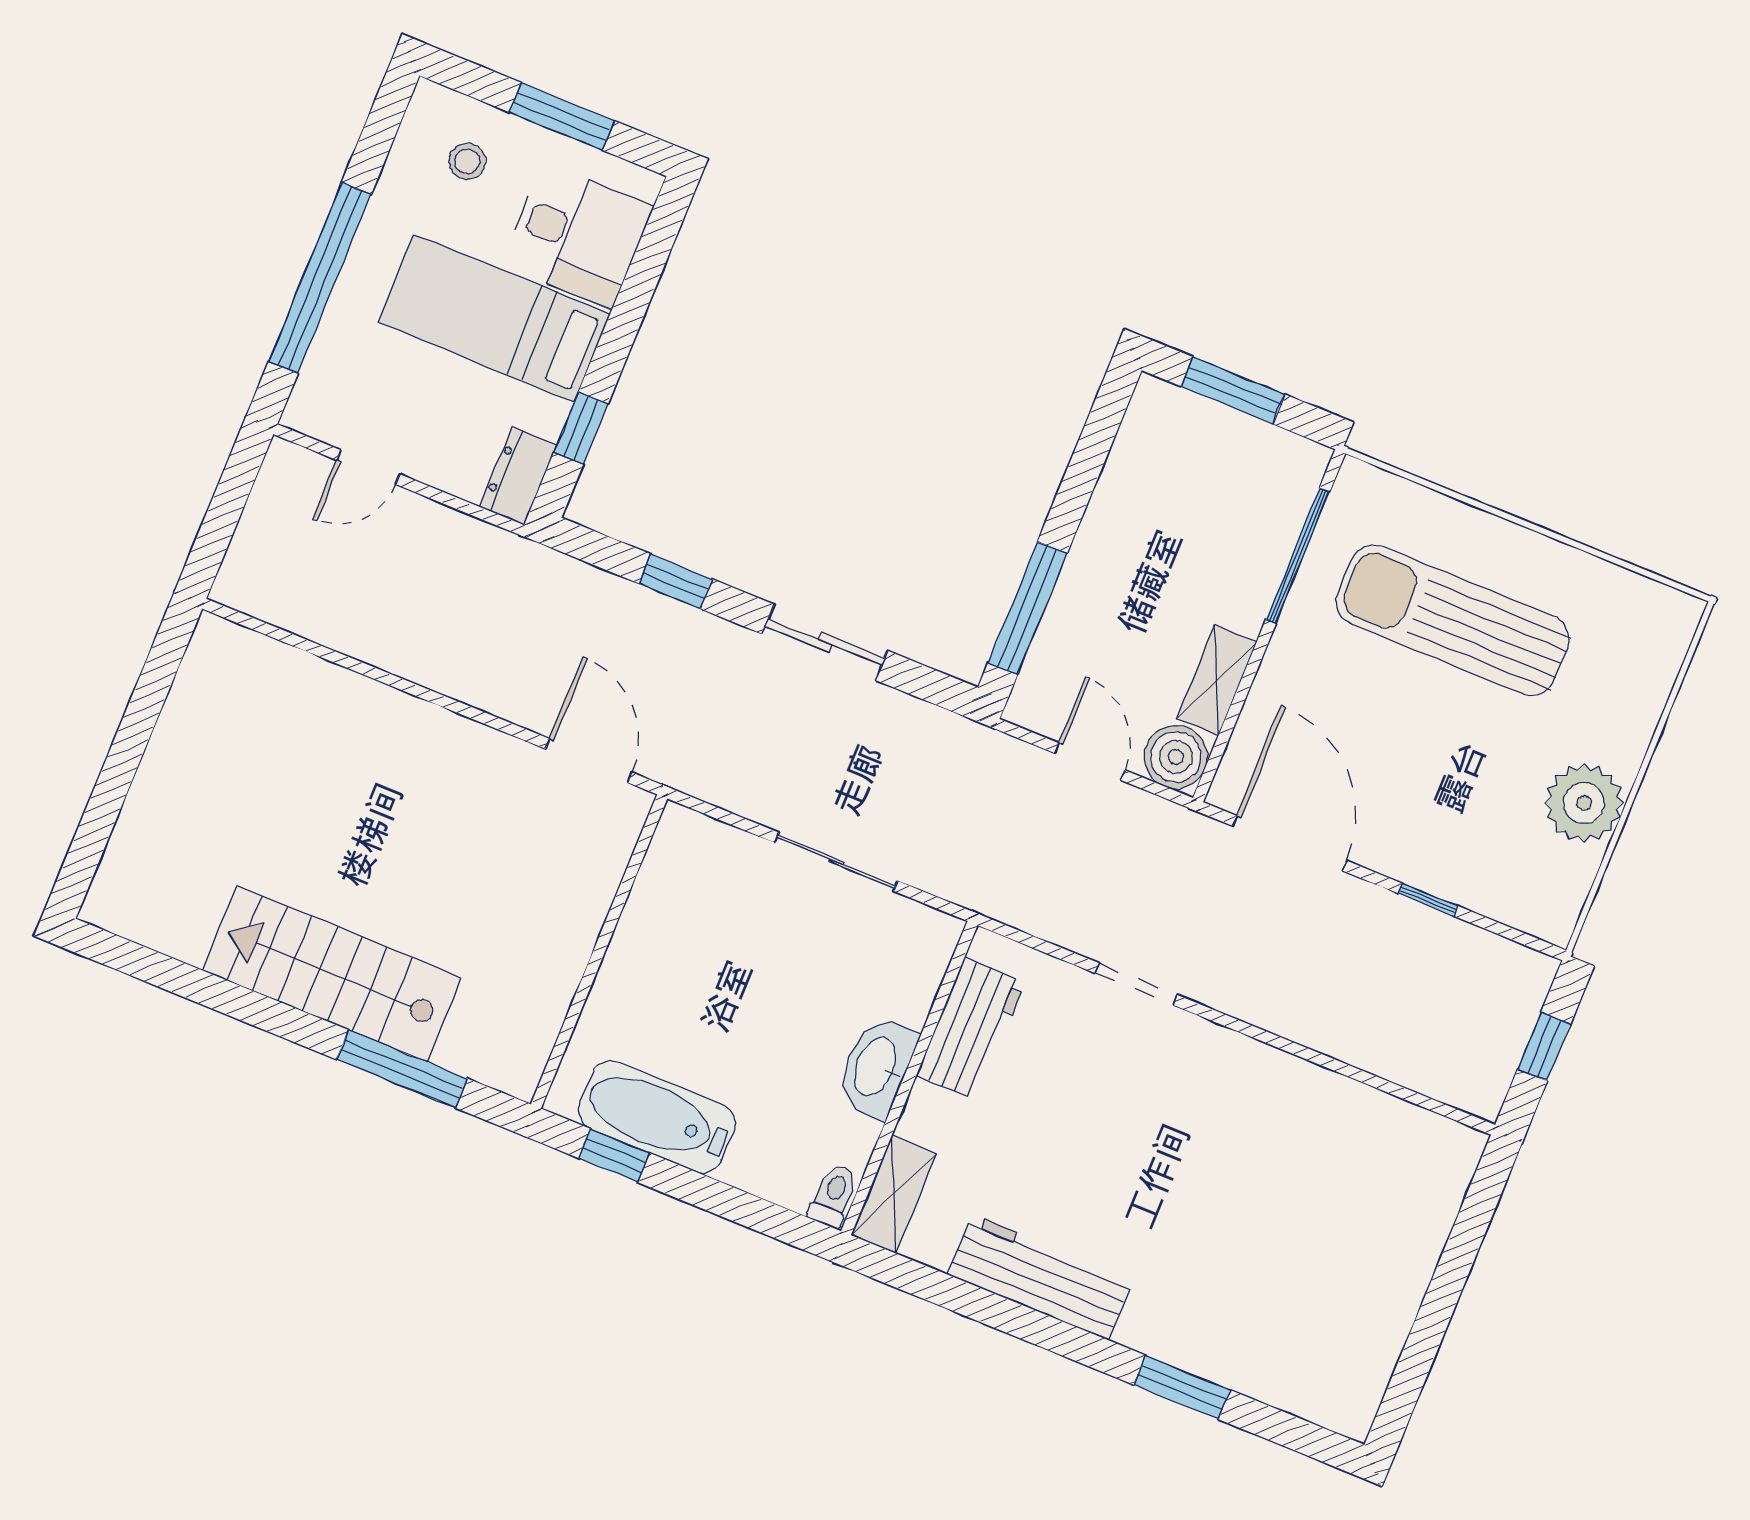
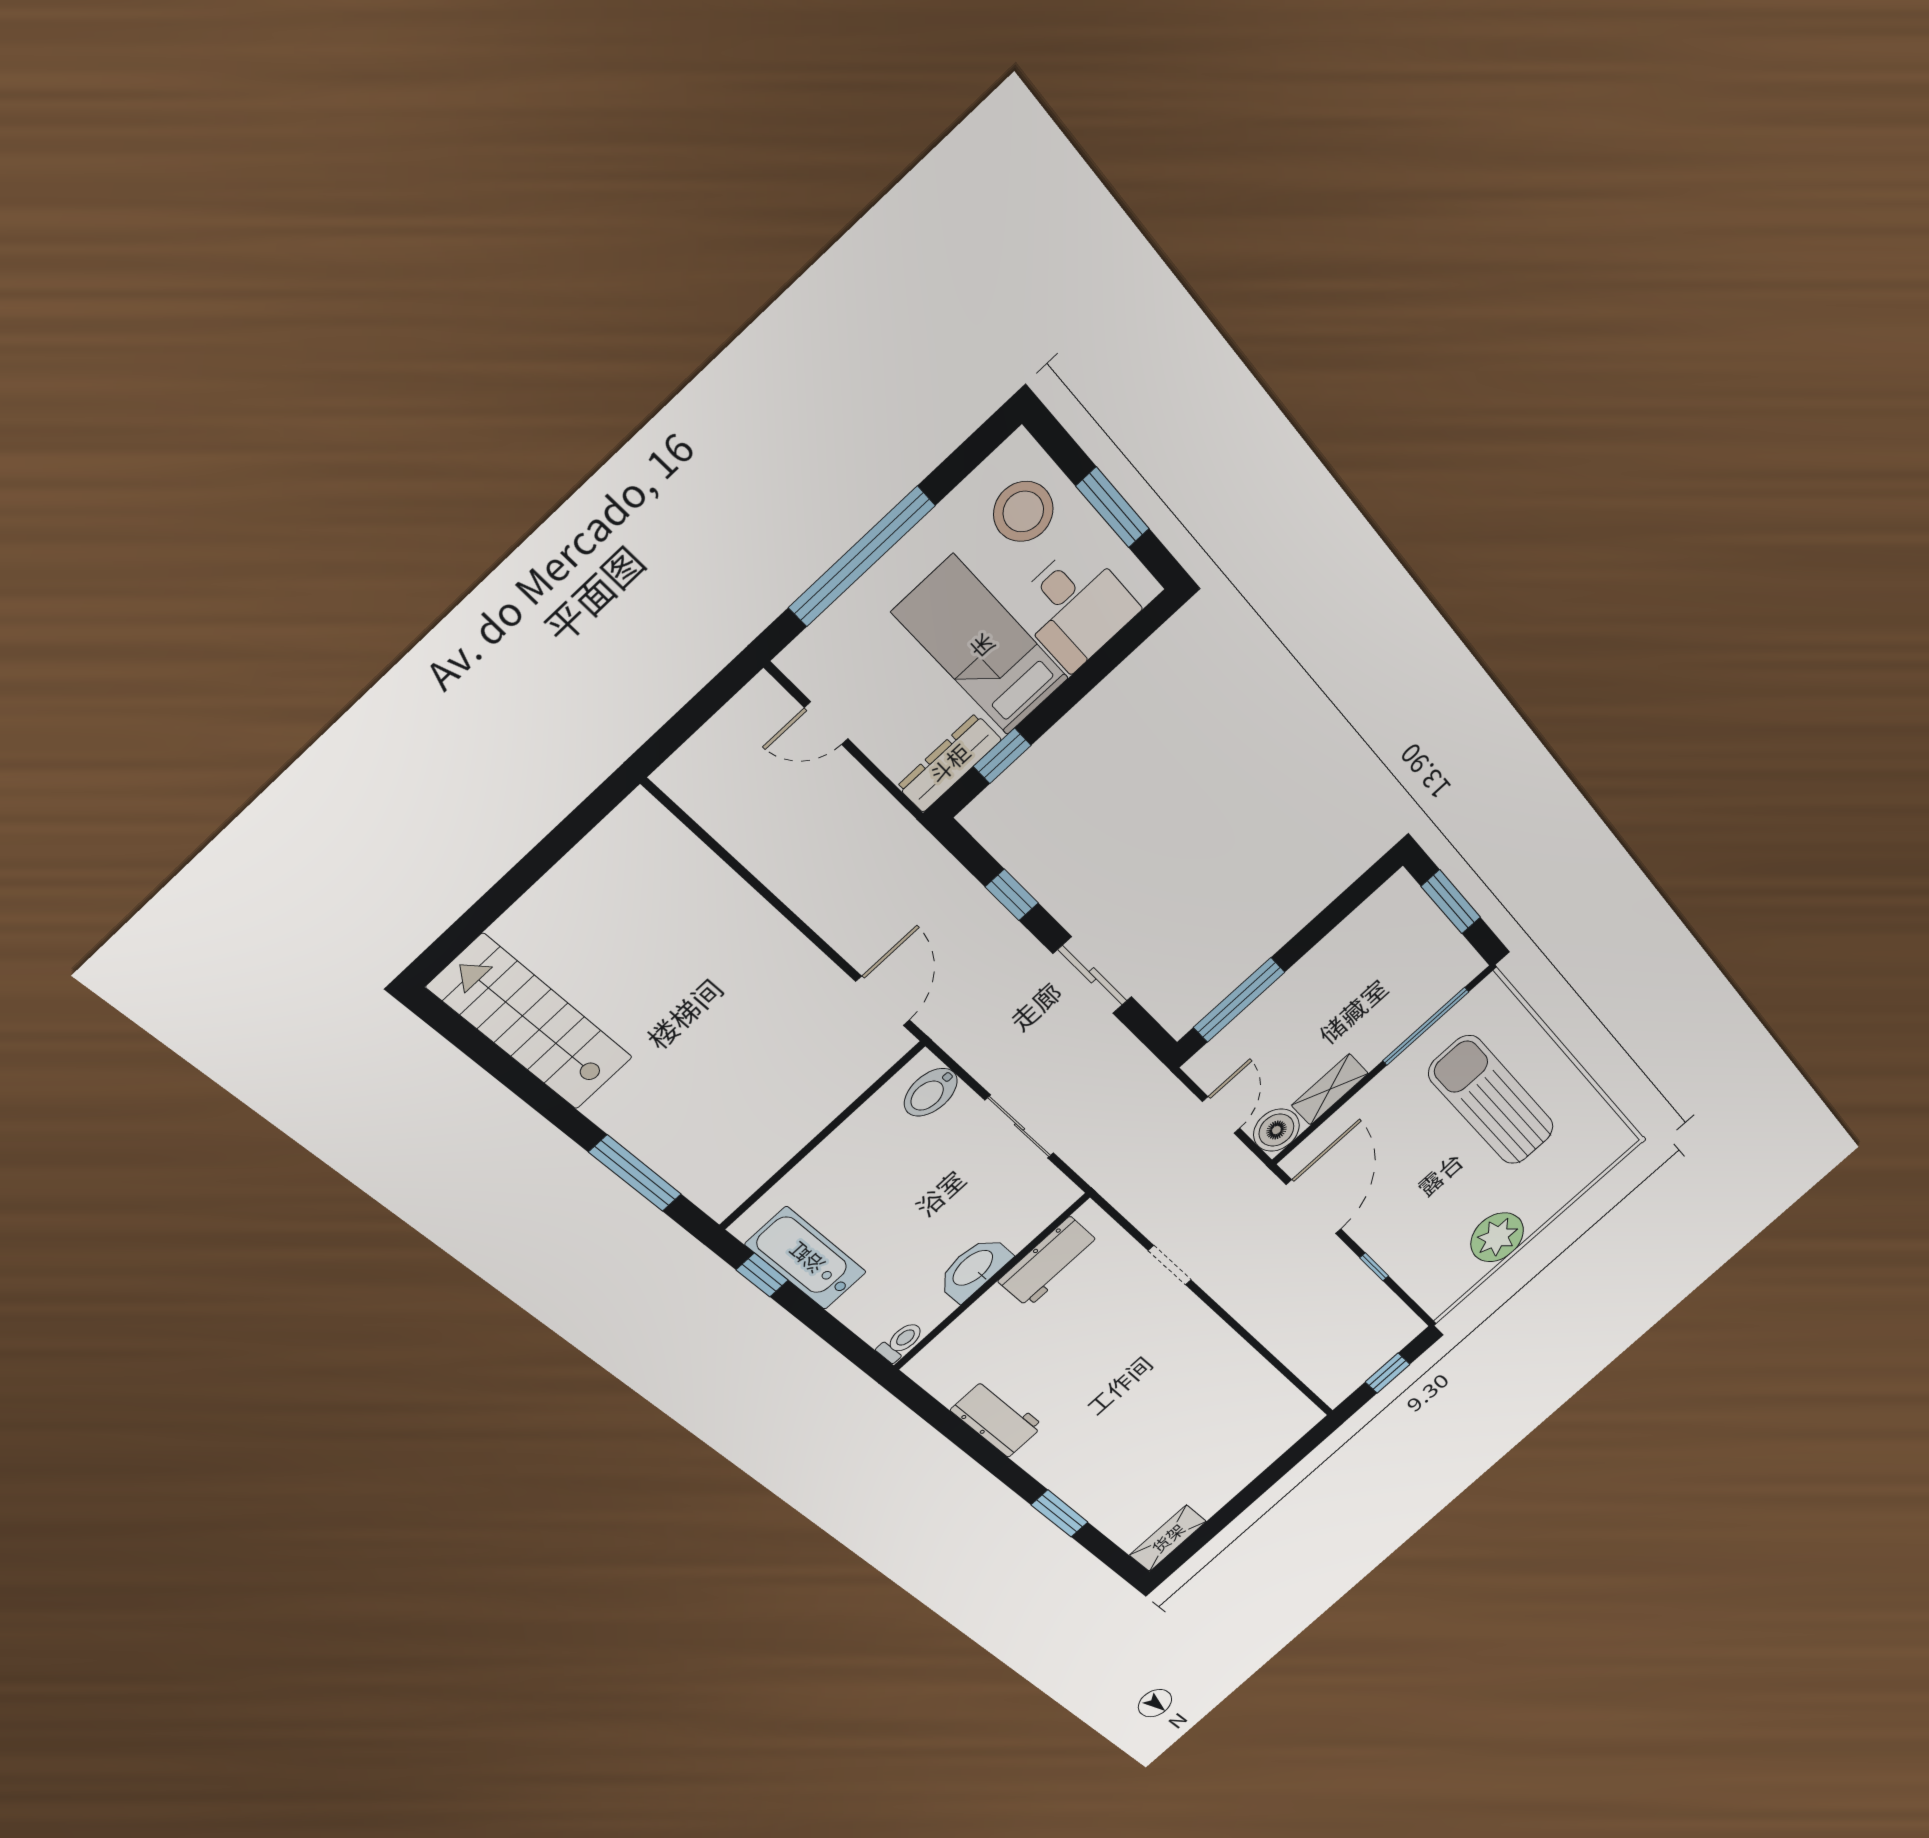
stool: (467, 161) -> (1023, 511), width x1.89, depth x1.89
dresser: (518, 476) -> (949, 763), width x1.44
bidet: (703, 854) -> (931, 1092), added
stairs: (332, 974) -> (531, 1023), moved
shelving: (894, 1194) -> (1168, 1538), moved
workbench: (1040, 1277) -> (997, 1418), width x0.73

